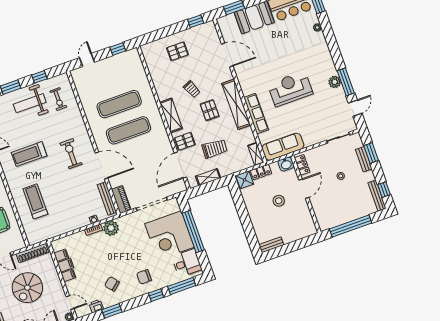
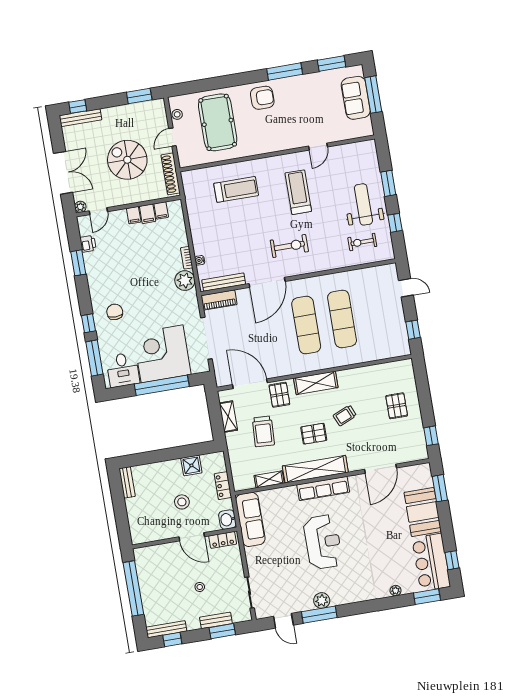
row of seats: (256, 114) -> (323, 488), moved
shelving: (256, 154) -> (269, 479), moved
shower: (245, 180) -> (191, 465), moved
chair: (112, 284) -> (113, 269), removed

